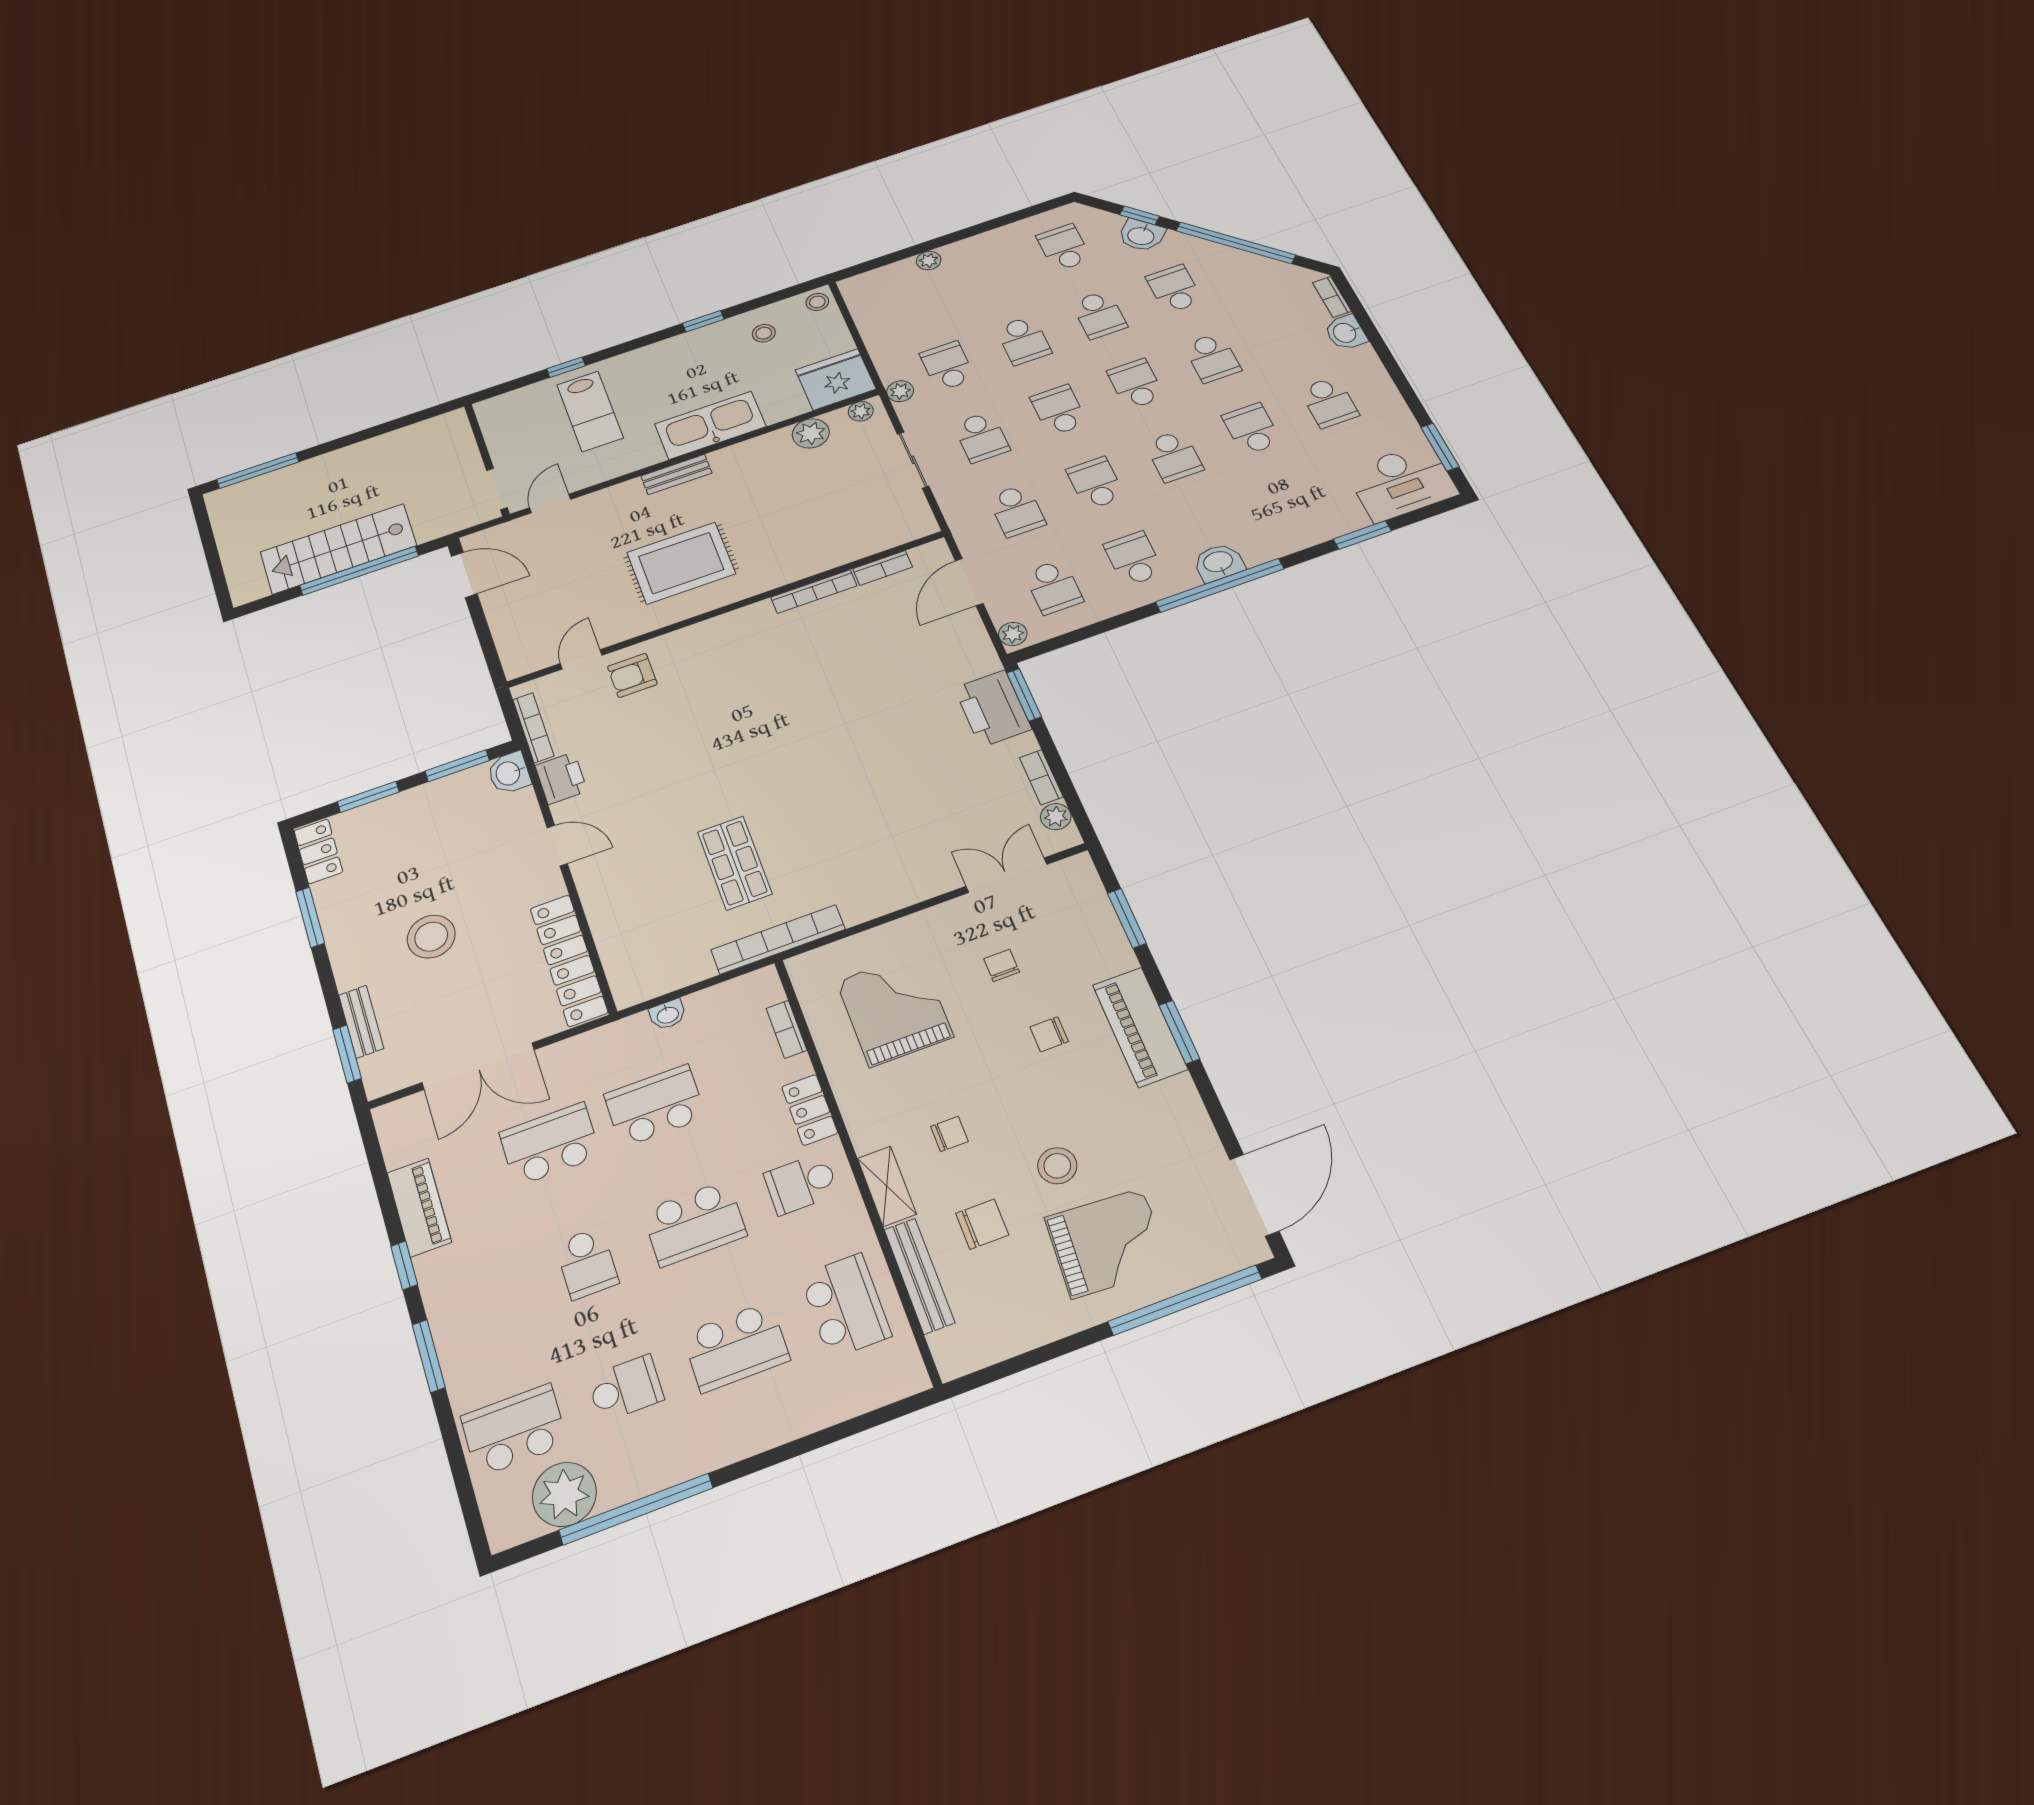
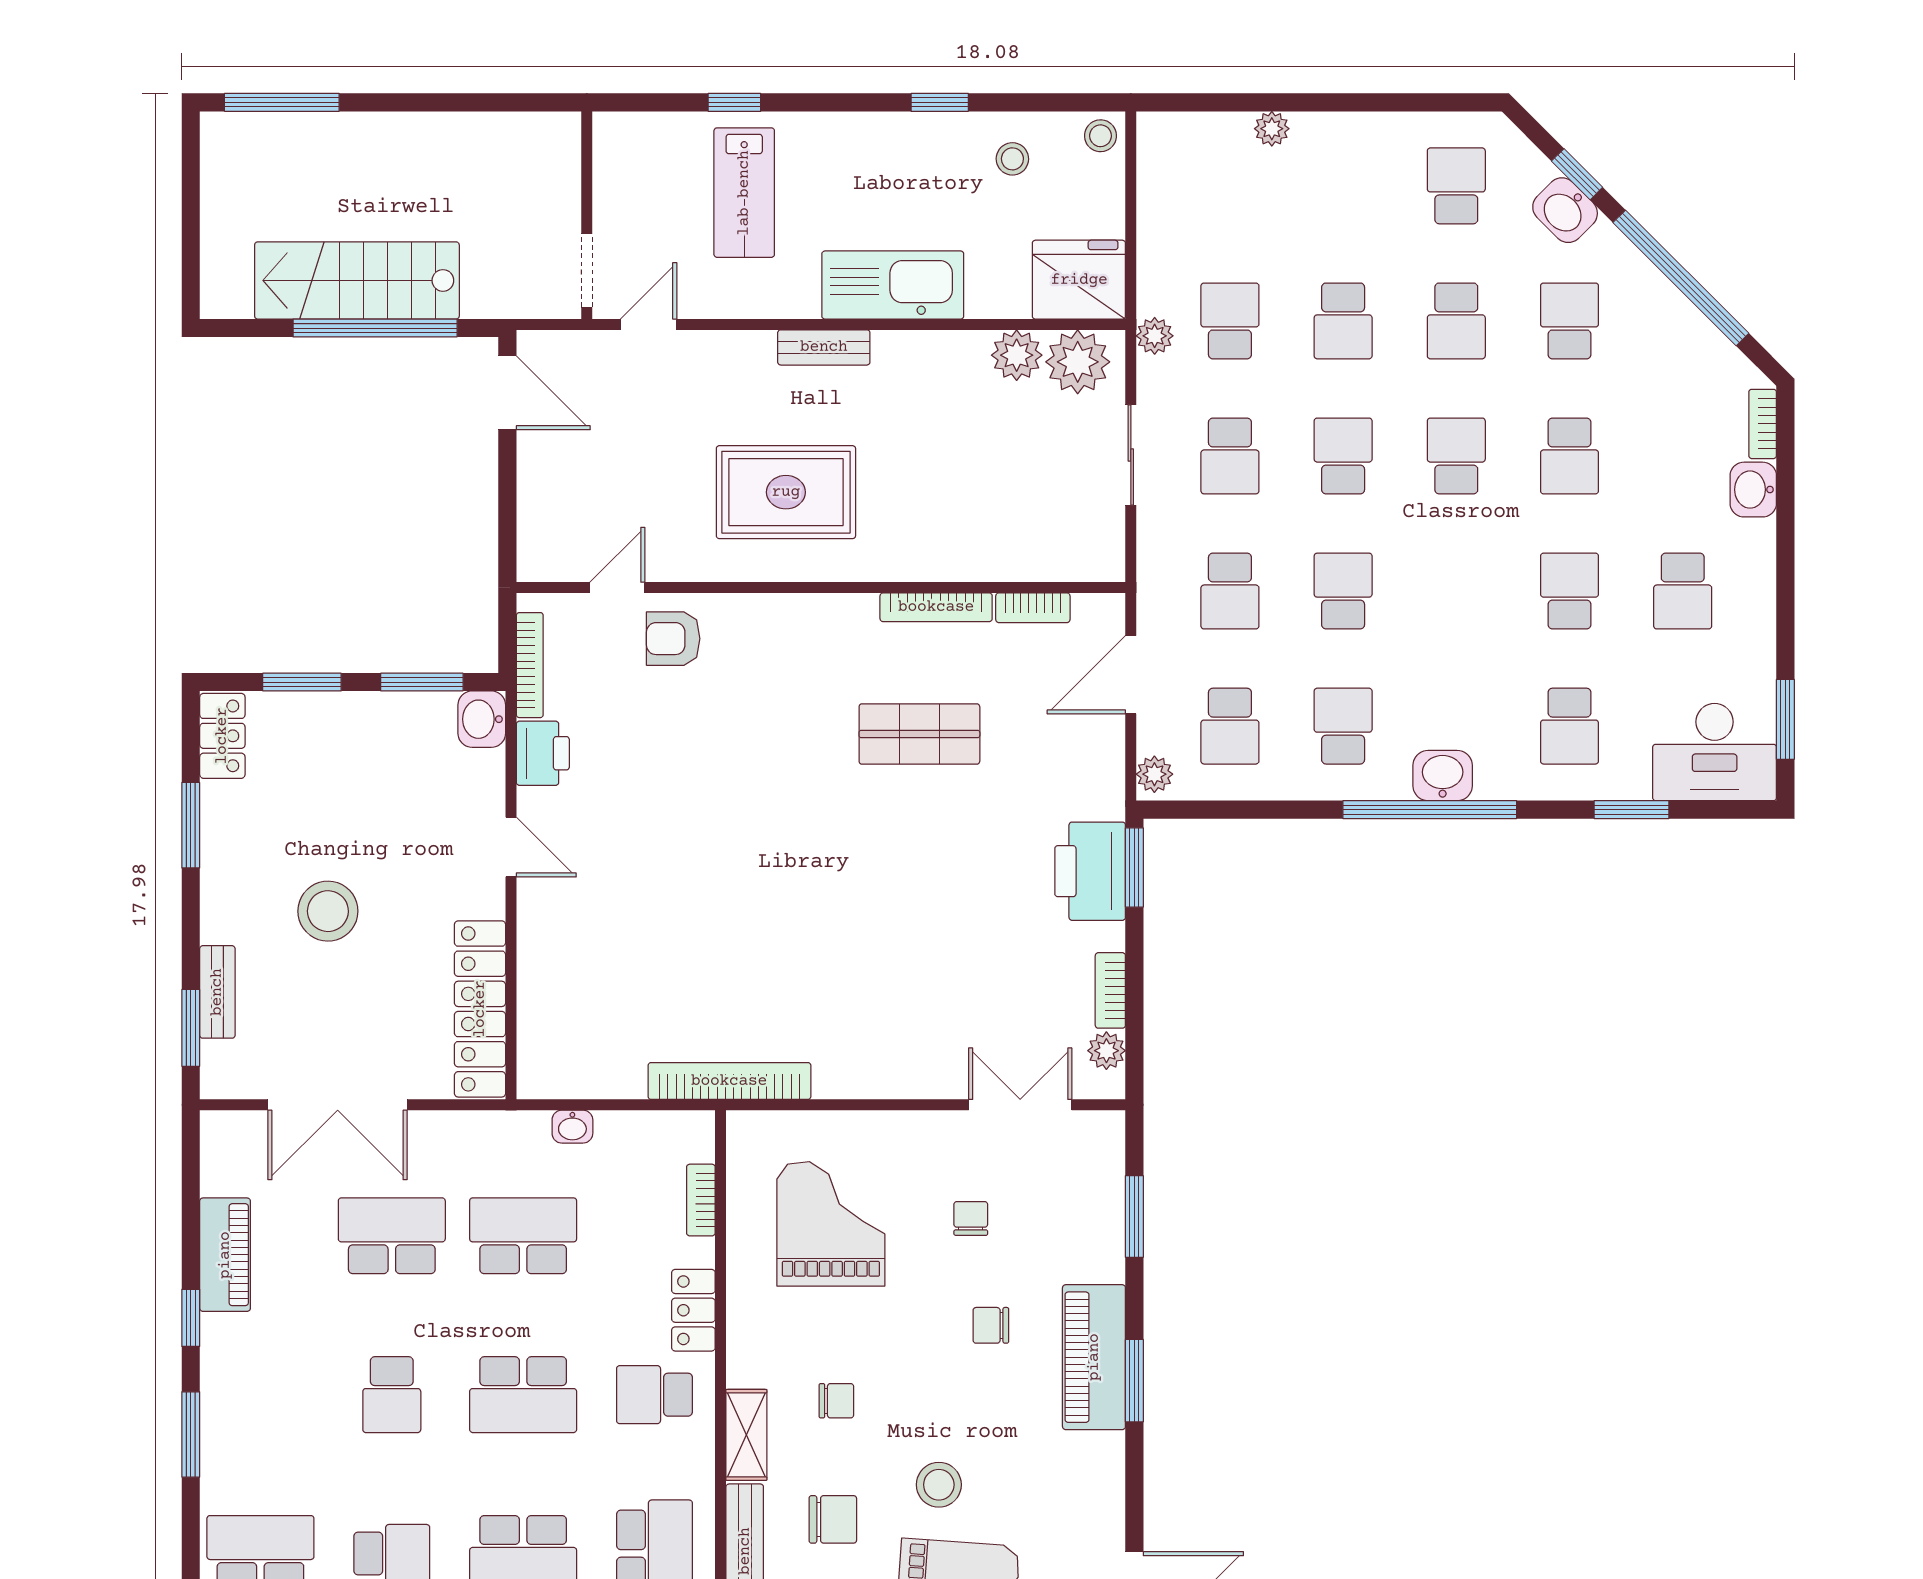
plant: (861, 411) -> (1078, 362), width x1.87, depth x1.87
school desk: (1174, 456) -> (1569, 726), moved
shop shelf: (735, 863) -> (919, 734), moved, turned 90

